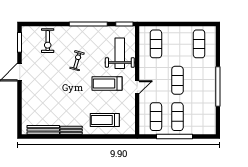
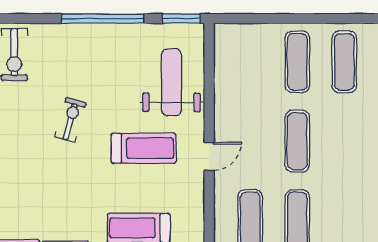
exercise mat: (156, 44) -> (297, 62), moved
exercise bike: (77, 61) -> (71, 120), moved
treadmill: (107, 84) -> (144, 148), turned 180

